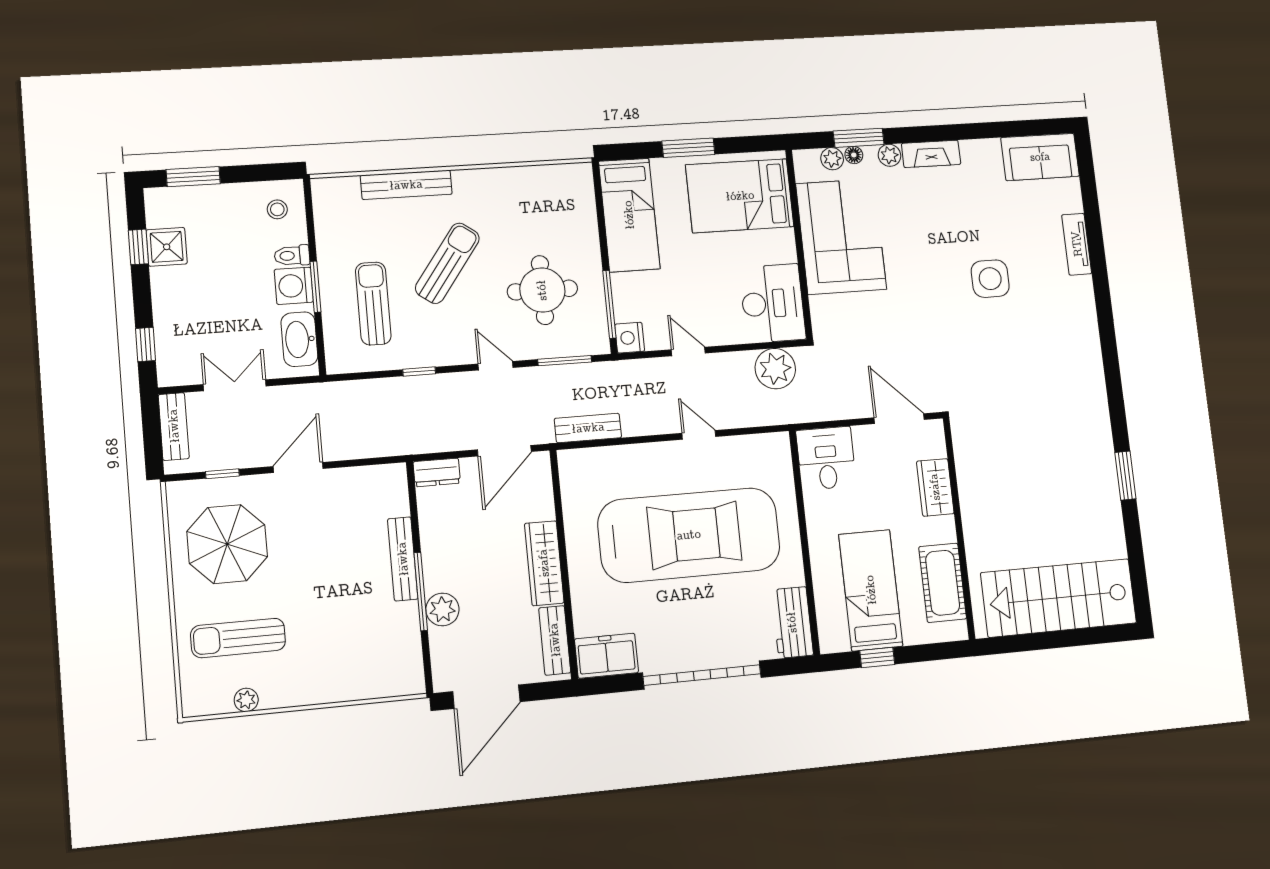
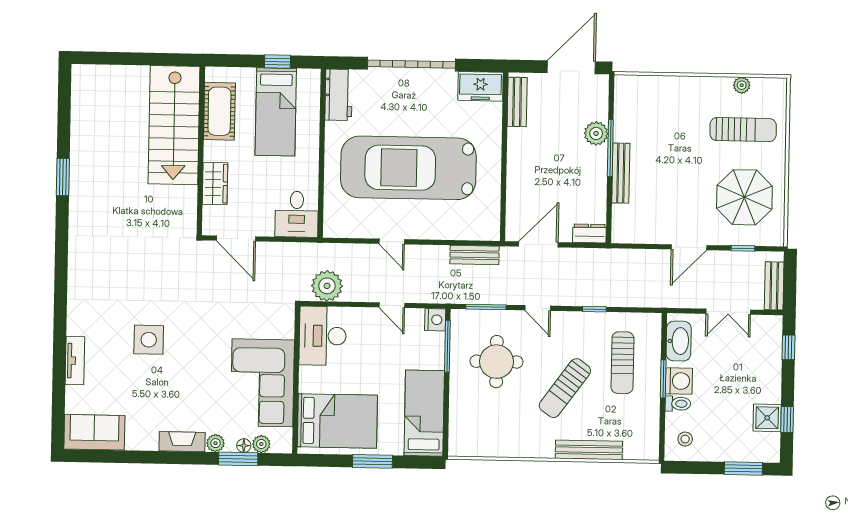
wardrobe: (544, 563) -> (518, 159), removed
stairs: (1059, 598) -> (174, 125), moved, turned 90

